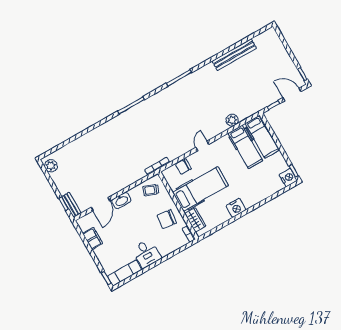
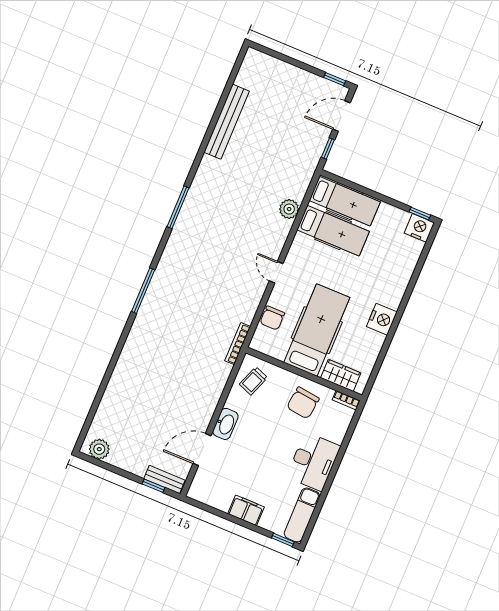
door: (101, 204) -> (202, 450), swing flipped
filing cabinet: (93, 238) -> (246, 510), moved
desk: (146, 253) -> (313, 462), width x1.37

